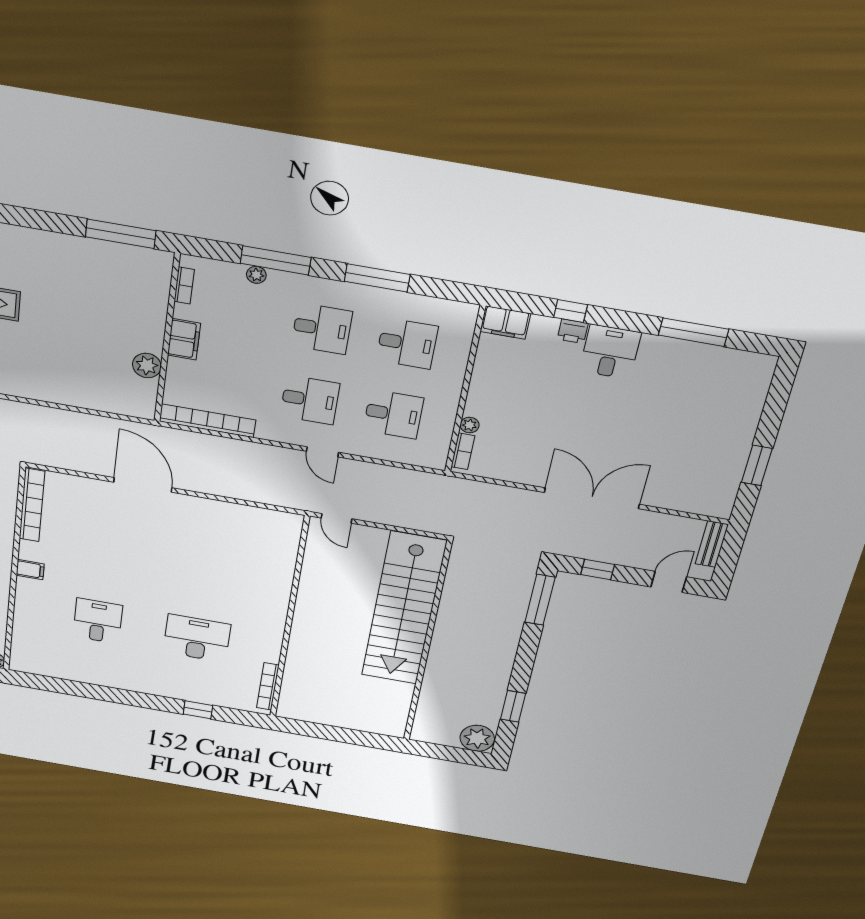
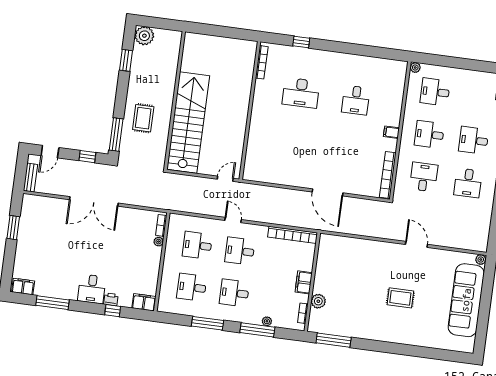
filing cabinet: (751, 364) -> (23, 286), added
plant: (147, 366) -> (318, 301), moved
door: (337, 518) -> (225, 179), hinge flipped
rug: (487, 621) -> (143, 118), added

